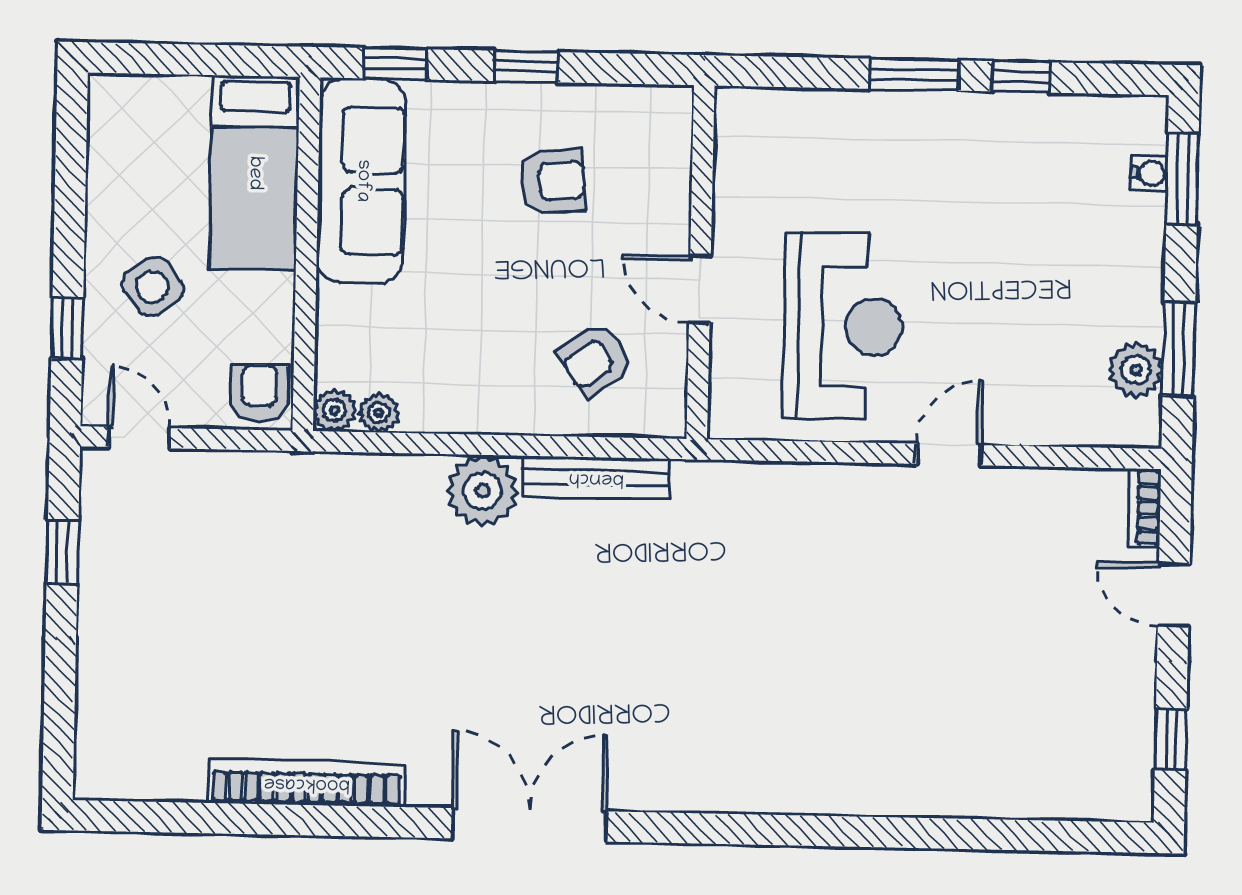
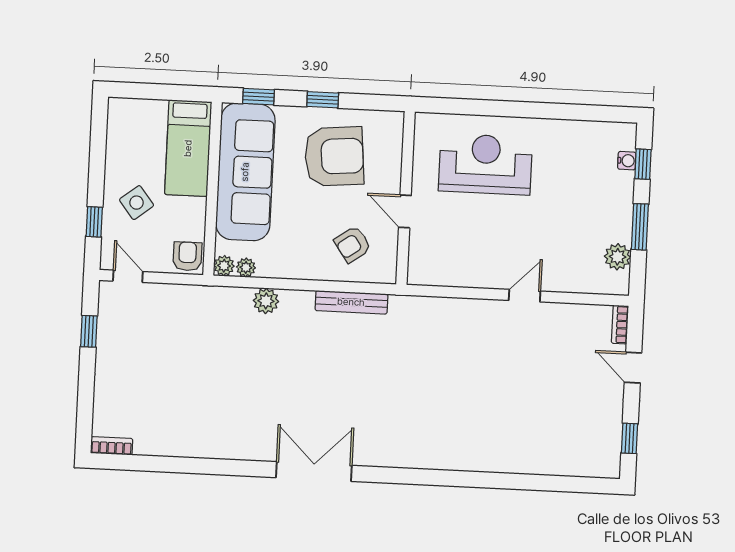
window: (914, 75) -> (513, 109), removed
window: (1021, 77) -> (565, 112), removed
window: (1182, 180) -> (643, 164), width x0.67
sofa: (362, 181) -> (245, 172), width x1.36, depth x1.27
armchair: (553, 181) -> (334, 156), width x1.88, depth x1.88
reception desk: (843, 326) -> (485, 164), moved, turned -90
window: (1179, 349) -> (640, 227), moved
plant: (482, 491) -> (266, 301), moved, width x0.73, depth x0.73
bookcase: (307, 783) -> (112, 446), moved, width x0.43, depth x0.76

